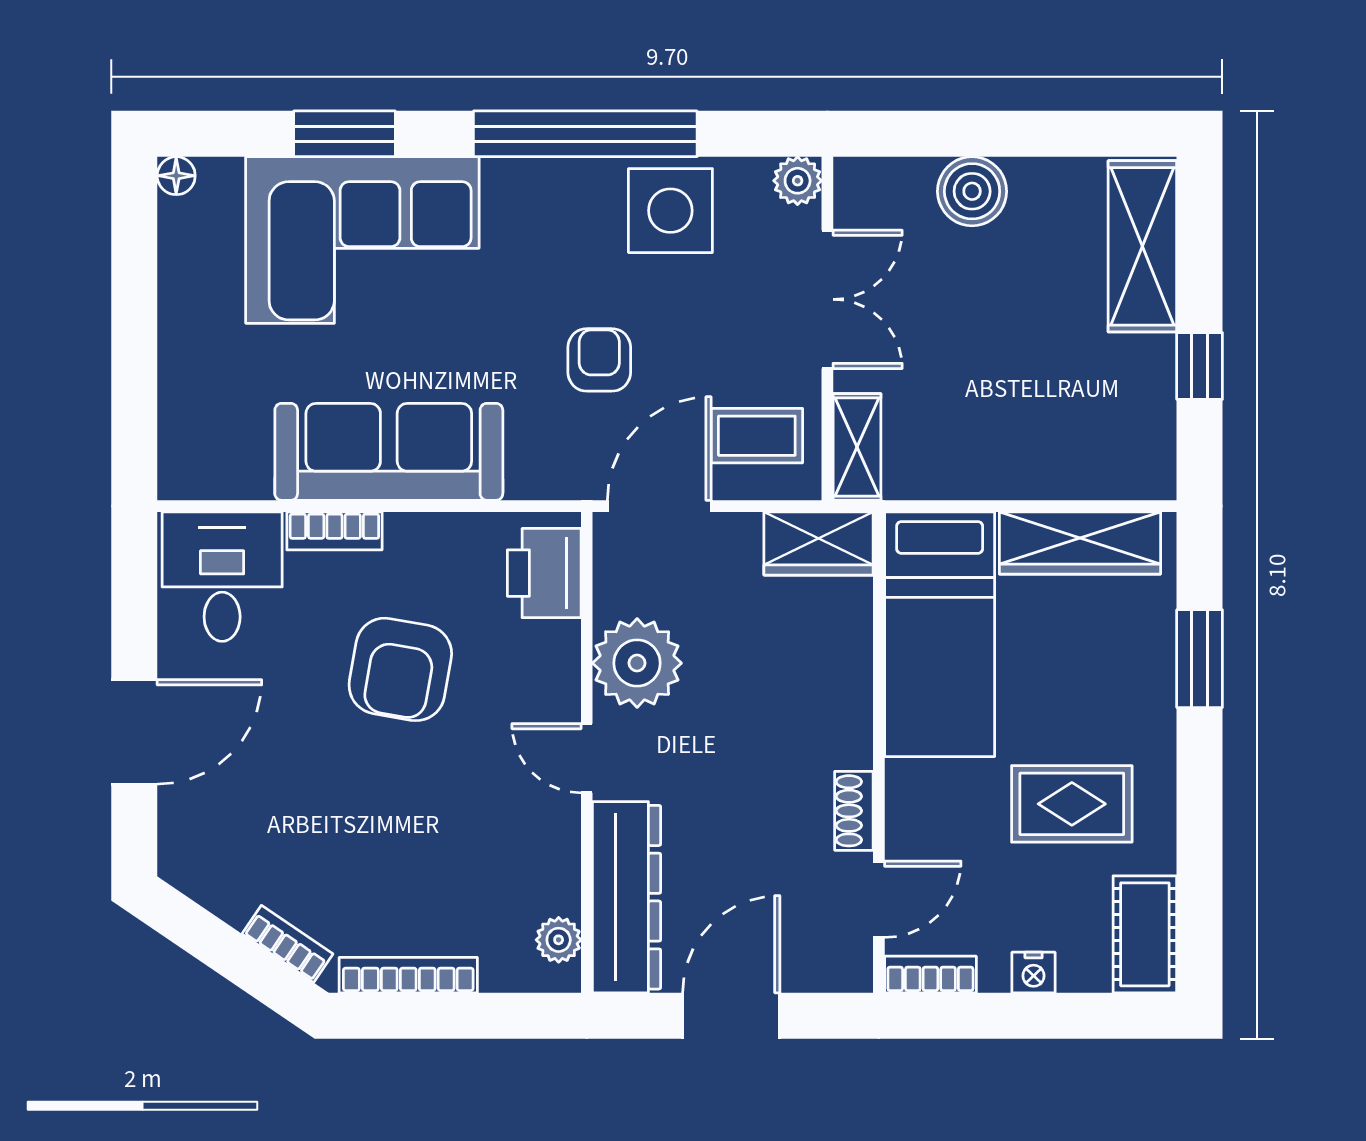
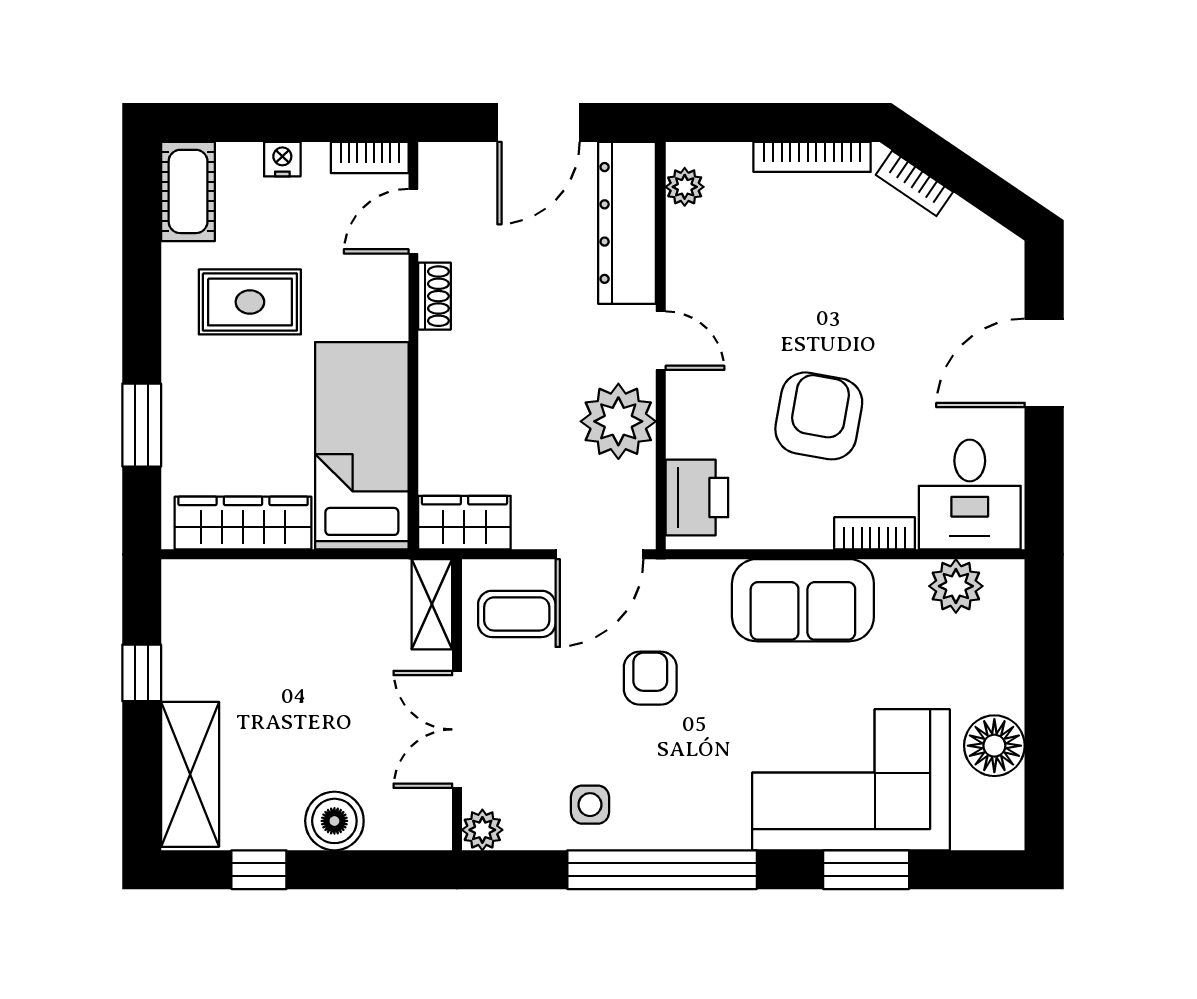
window: (1061, 134) -> (259, 870), added
floor lamp: (176, 176) -> (994, 746), moved, width x1.89, depth x1.89
side table: (670, 211) -> (590, 805), width x0.54, depth x0.54
armchair: (599, 360) -> (650, 678), turned 180
sofa: (389, 452) -> (803, 600), width x0.73
plant: (238, 469) -> (956, 586), added

